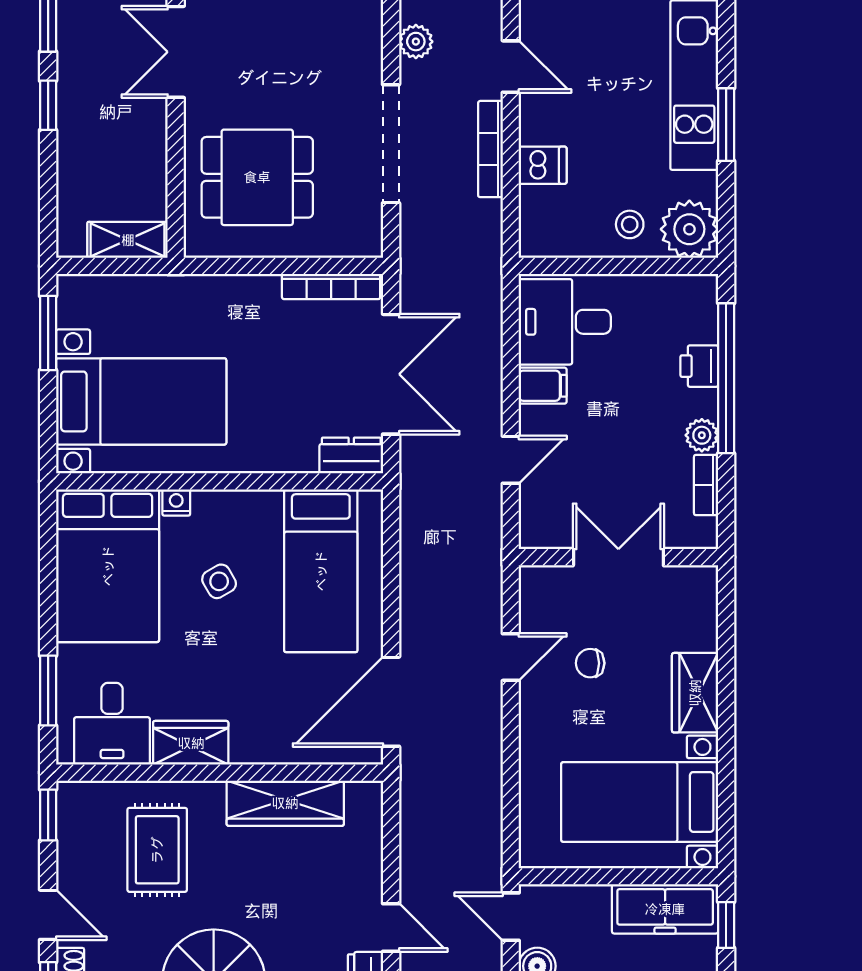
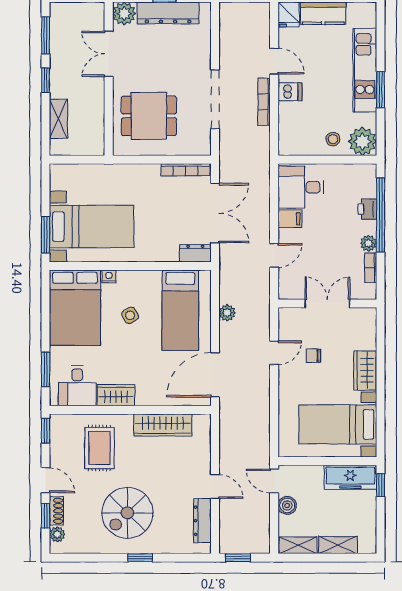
plant: (416, 42) -> (227, 313), moved
dishwasher: (543, 165) -> (290, 92), moved
shelving: (128, 240) -> (58, 119), moved, turned 90
window: (48, 333) -> (46, 235), moved

